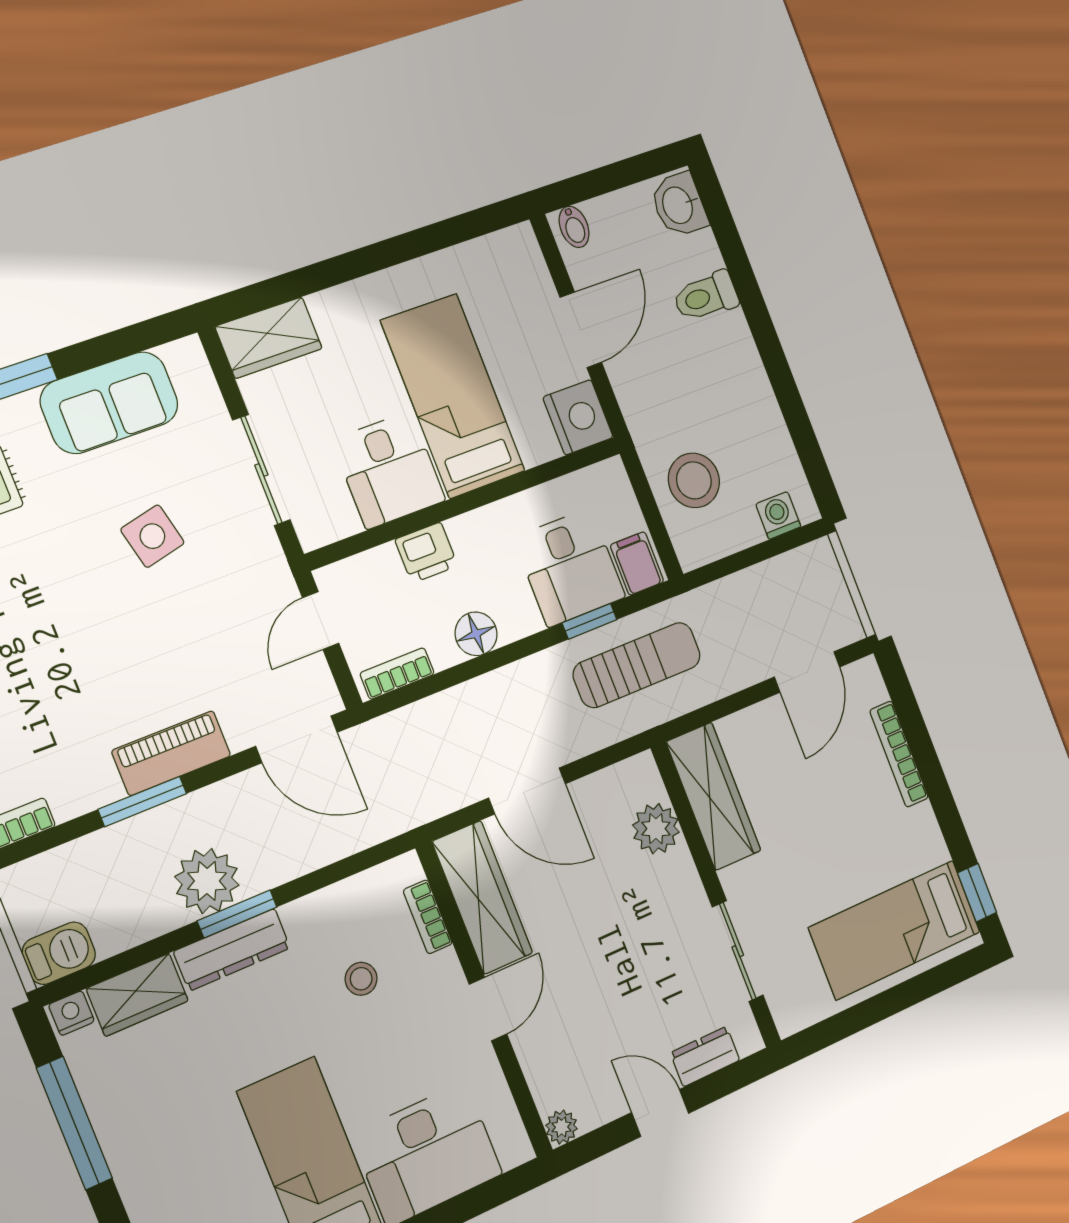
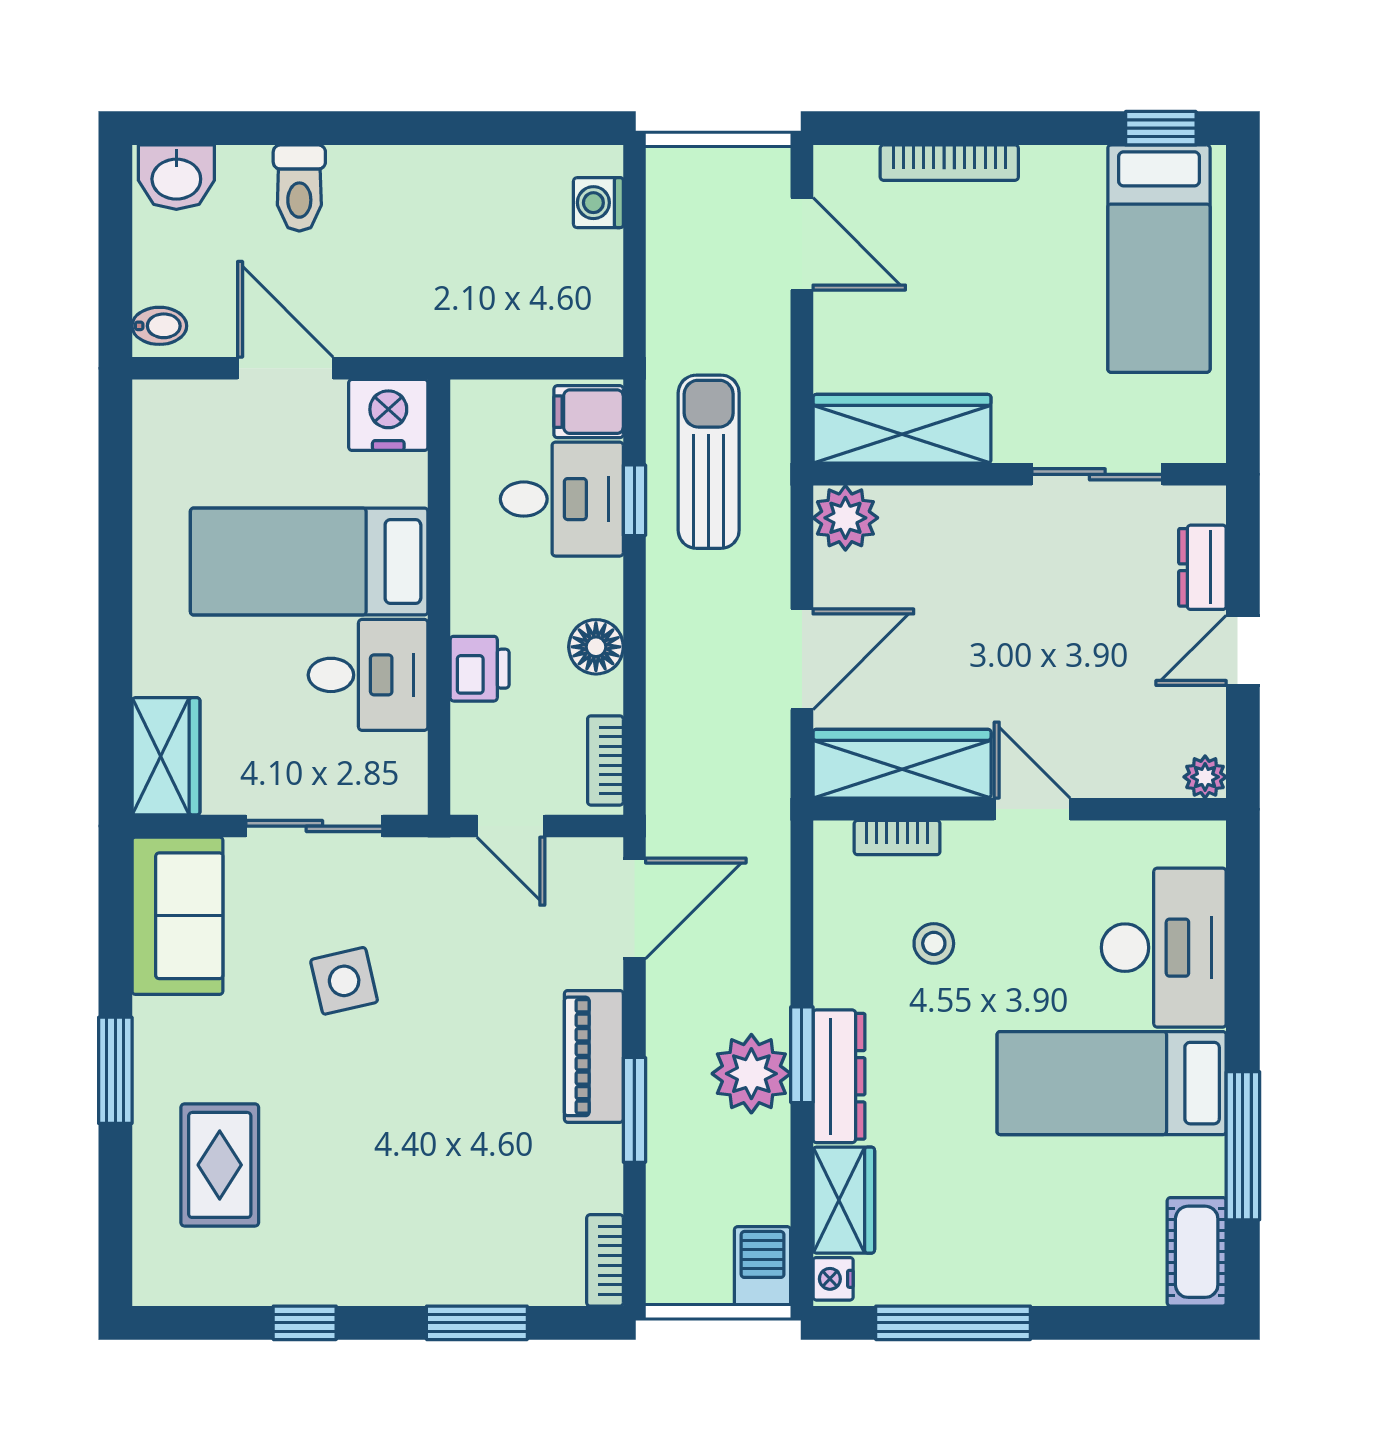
sofa: (109, 403) -> (177, 916), moved
stool: (694, 480) -> (516, 297), removed
plant: (656, 829) -> (845, 518), moved

